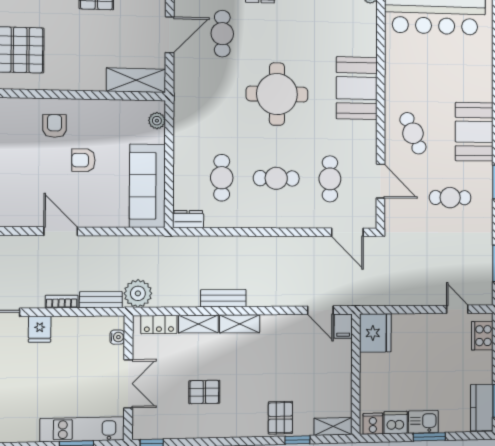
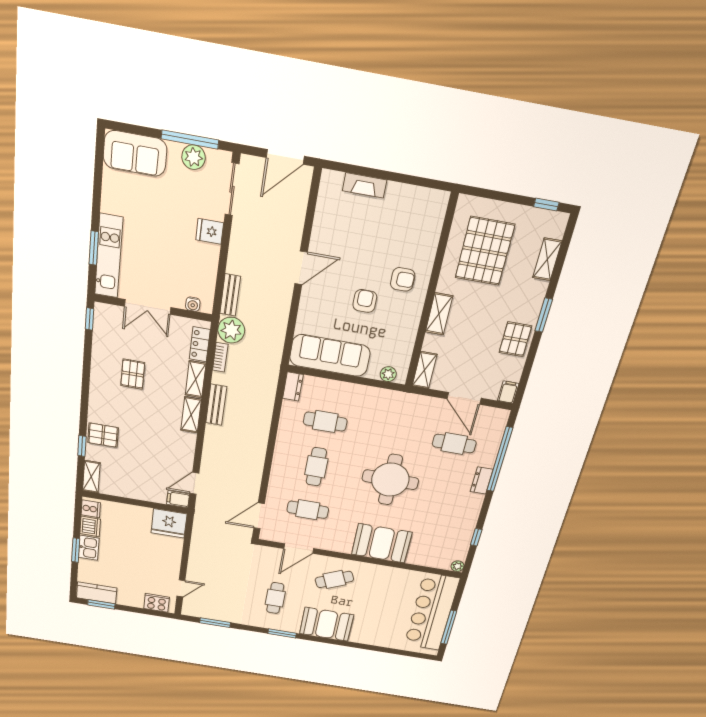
shelving: (136, 80) -> (425, 370), width x0.67, depth x0.75
shelving: (83, 81) -> (439, 314), added
bookcase: (62, 302) -> (220, 357), moved

